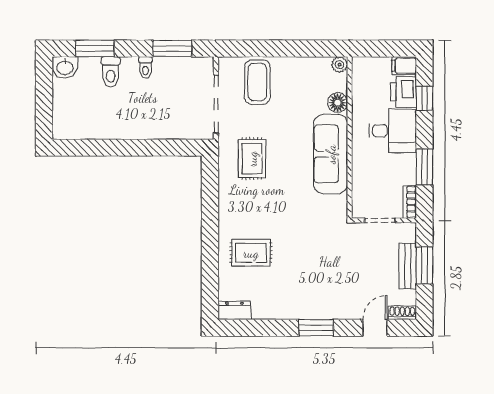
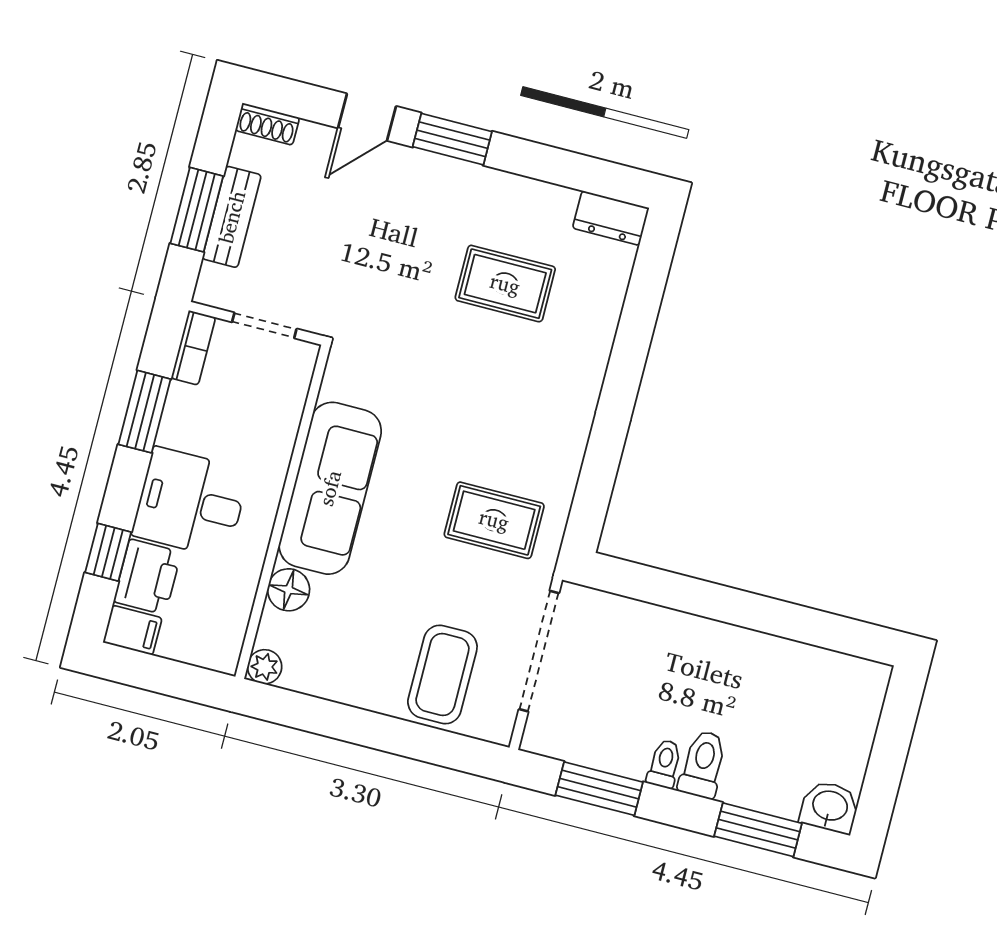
toilet: (111, 72) -> (703, 764), moved
rug: (252, 159) -> (494, 520), turned 90
rug: (251, 253) -> (505, 284), moved
door: (375, 328) -> (367, 117), moved

